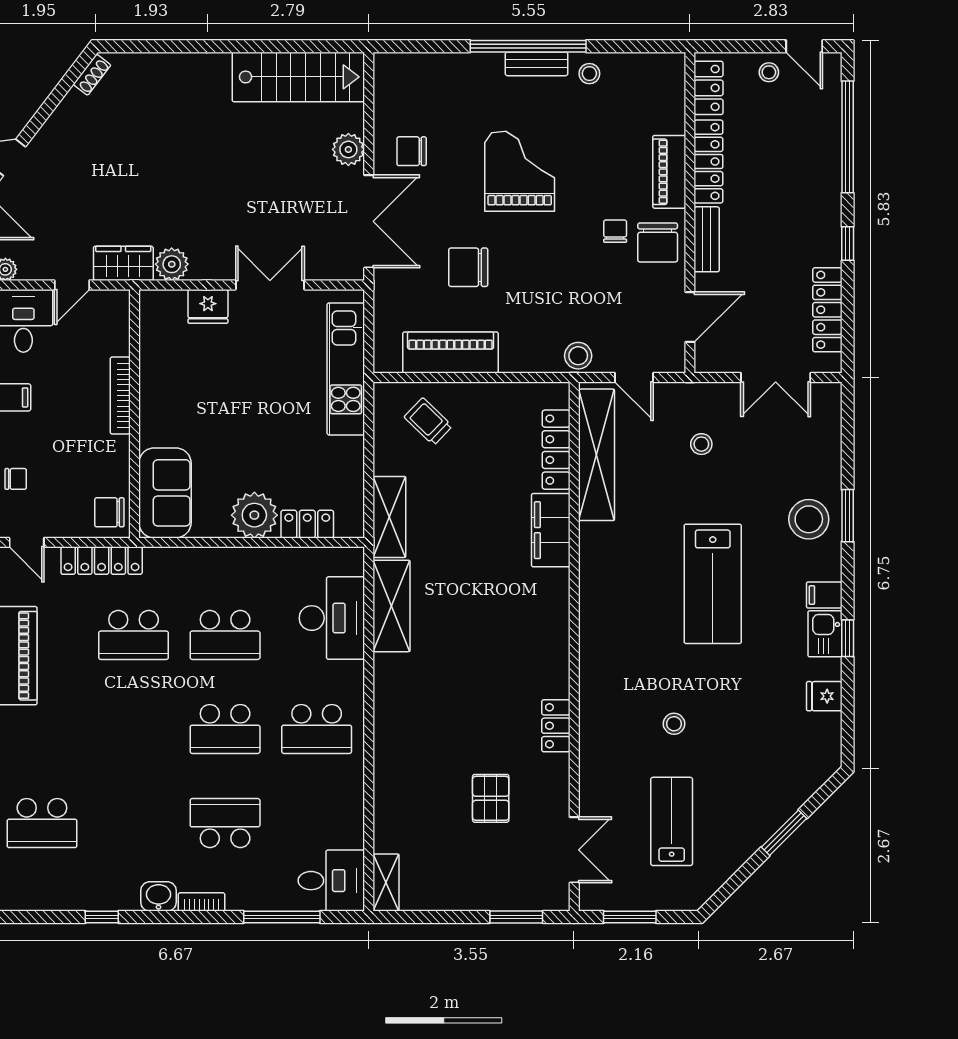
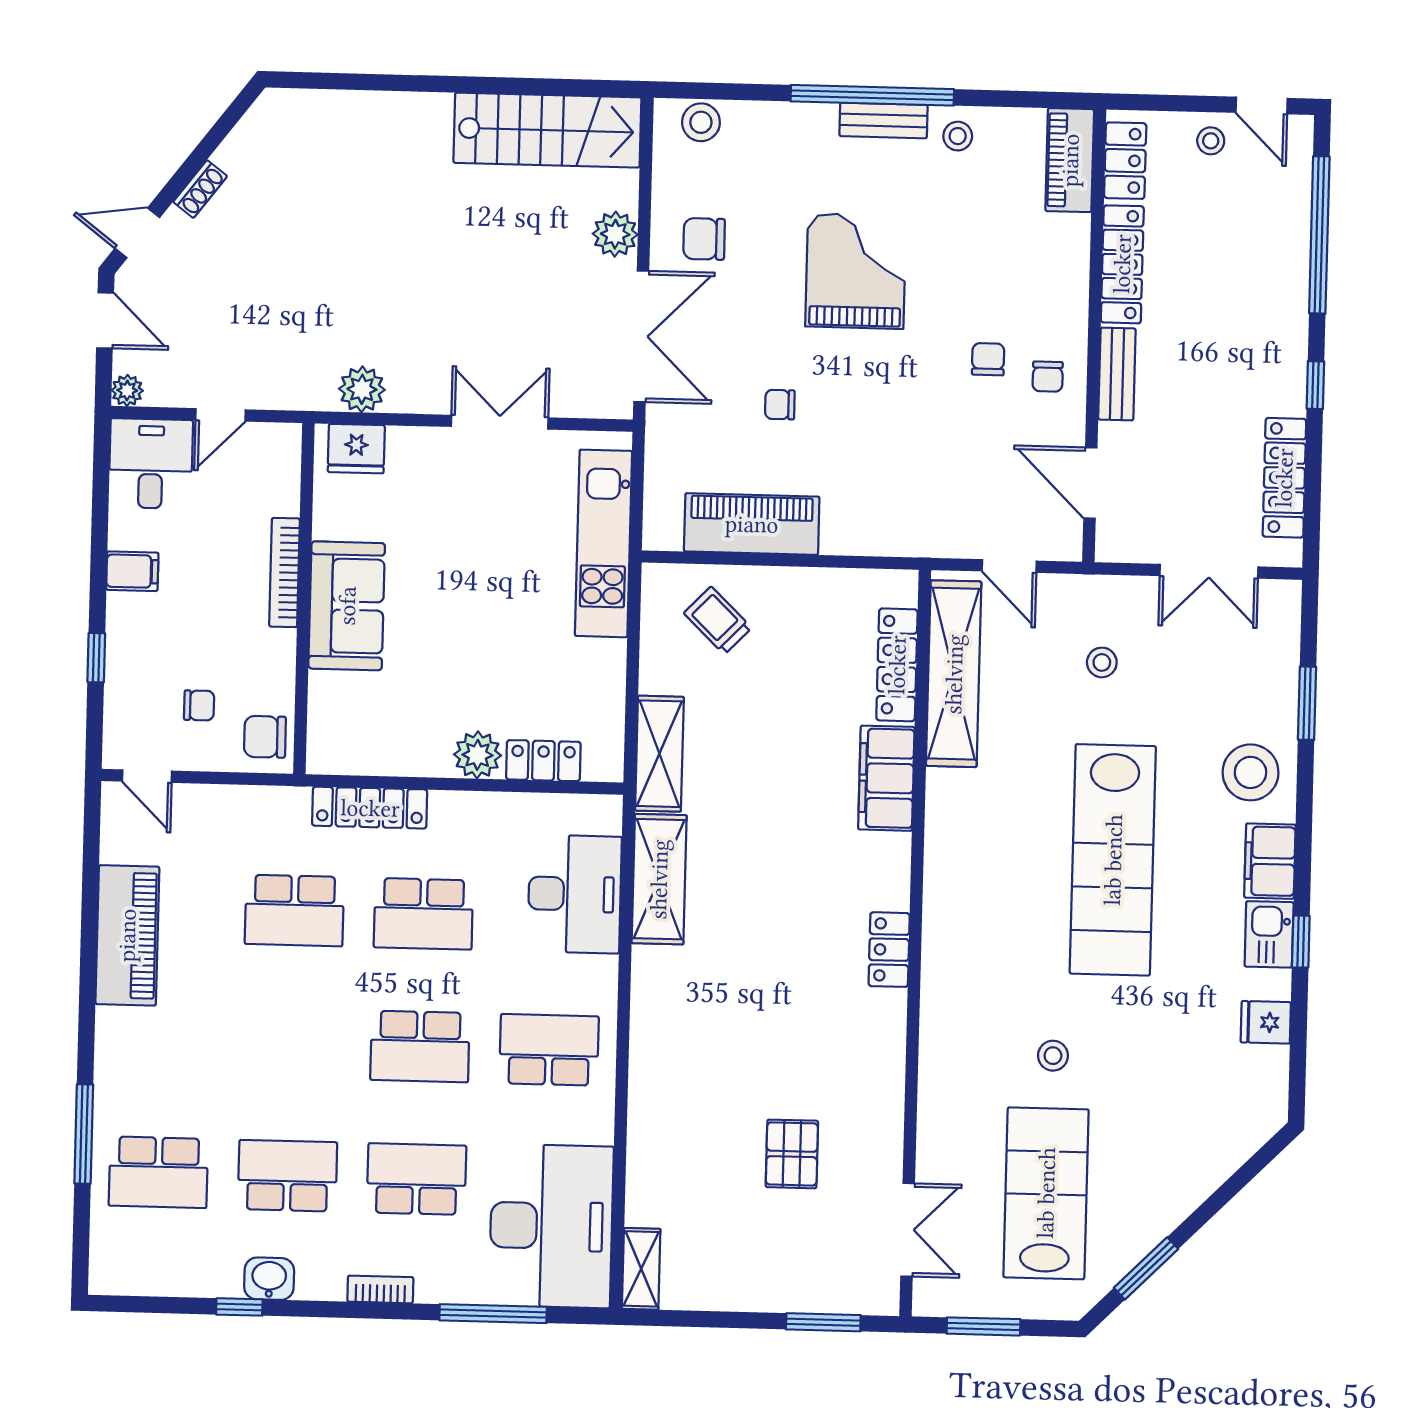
shoe rack: (92, 75) -> (200, 189), moved
piano: (669, 172) -> (1070, 160), moved
chair: (658, 242) -> (1048, 377), width x0.54, depth x0.54
wardrobe: (123, 263) -> (294, 386), removed
chair: (468, 267) -> (780, 405), width x0.54, depth x0.54
fridge: (208, 306) -> (356, 449), moved
door: (690, 317) -> (1090, 483), swing flipped
stool: (578, 356) -> (701, 122), moved
chair: (16, 479) -> (199, 705), moved
sofa: (165, 493) -> (347, 606), moved
plant: (254, 515) -> (478, 755), width x0.73, depth x0.73
window: (848, 516) -> (1307, 703), moved
locker: (102, 561) -> (370, 808), moved
lab bench: (713, 584) -> (1113, 860), width x1.36
filing cabinet: (824, 595) -> (1270, 861), width x2.00
locker: (556, 726) -> (889, 950), moved
school desk: (317, 729) -> (549, 1050), turned 180
lab bench: (672, 821) -> (1046, 1193), width x1.36, depth x1.39
school desk: (134, 823) -> (287, 1176), added
window: (784, 833) -> (1146, 1268), moved
desk: (331, 881) -> (551, 1226), width x1.87, depth x1.30
washbasin: (159, 896) -> (269, 1279), moved

